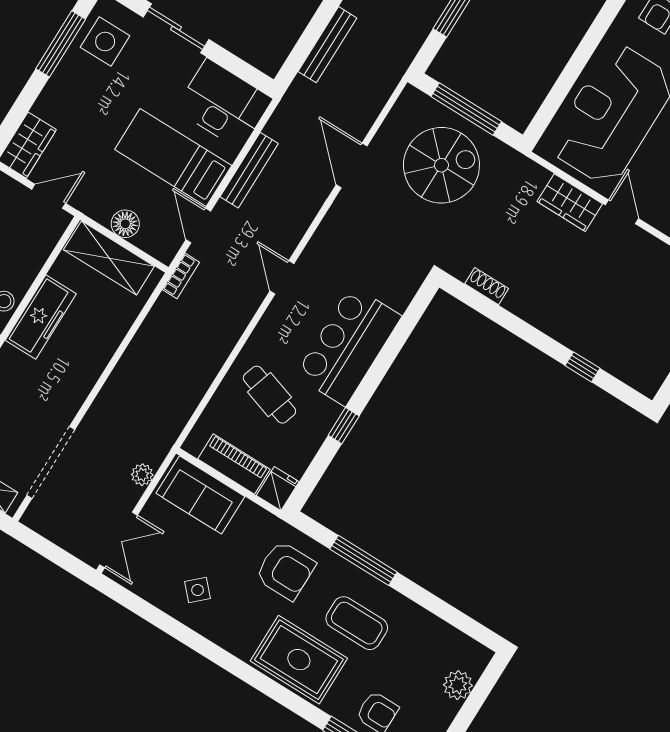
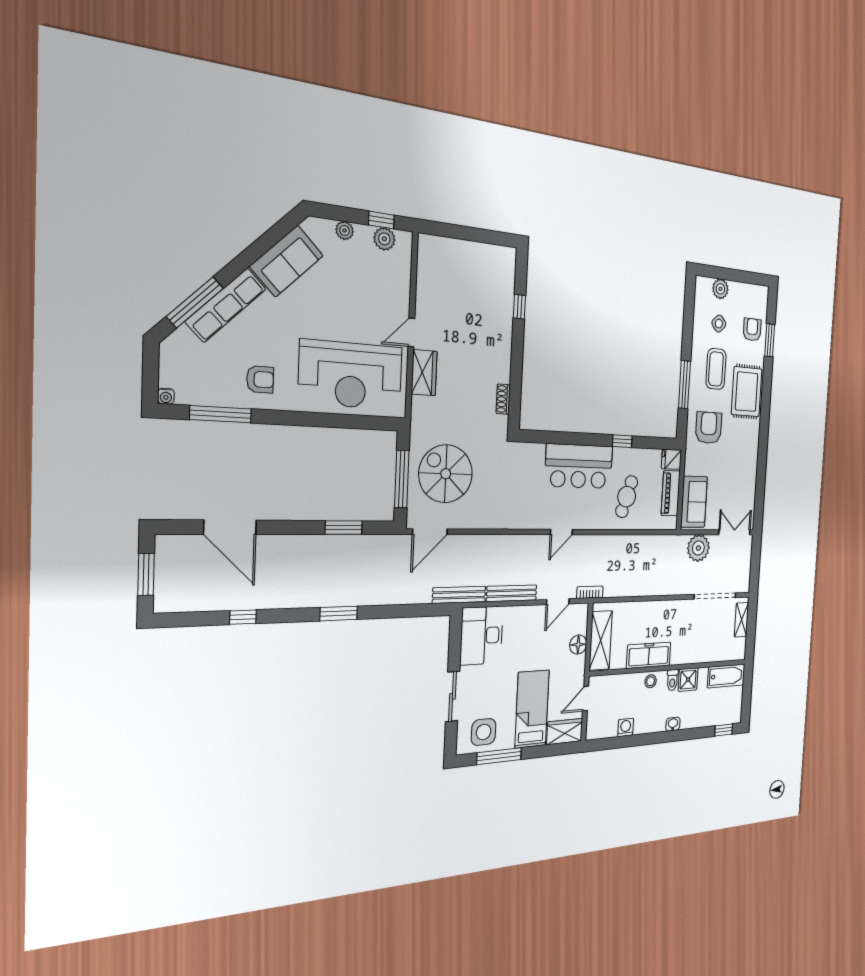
bench: (327, 45) -> (459, 595), moved
bed: (173, 157) -> (532, 709), moved, turned 180
door: (352, 165) -> (430, 532), moved
door: (49, 196) -> (586, 699), hinge flipped
plant: (142, 475) -> (698, 548), width x1.88, depth x1.88
side table: (198, 590) -> (719, 324), moved

